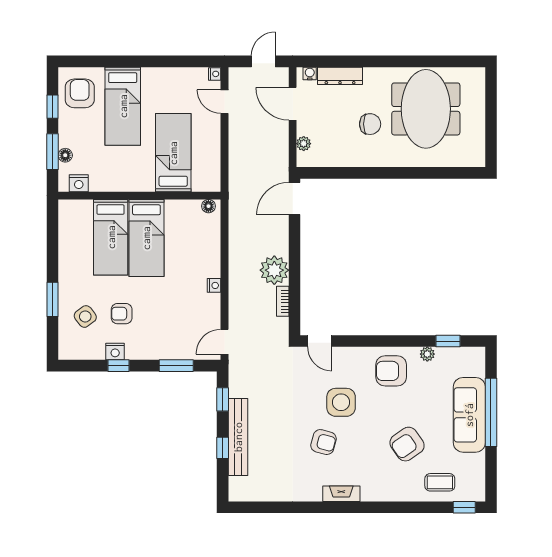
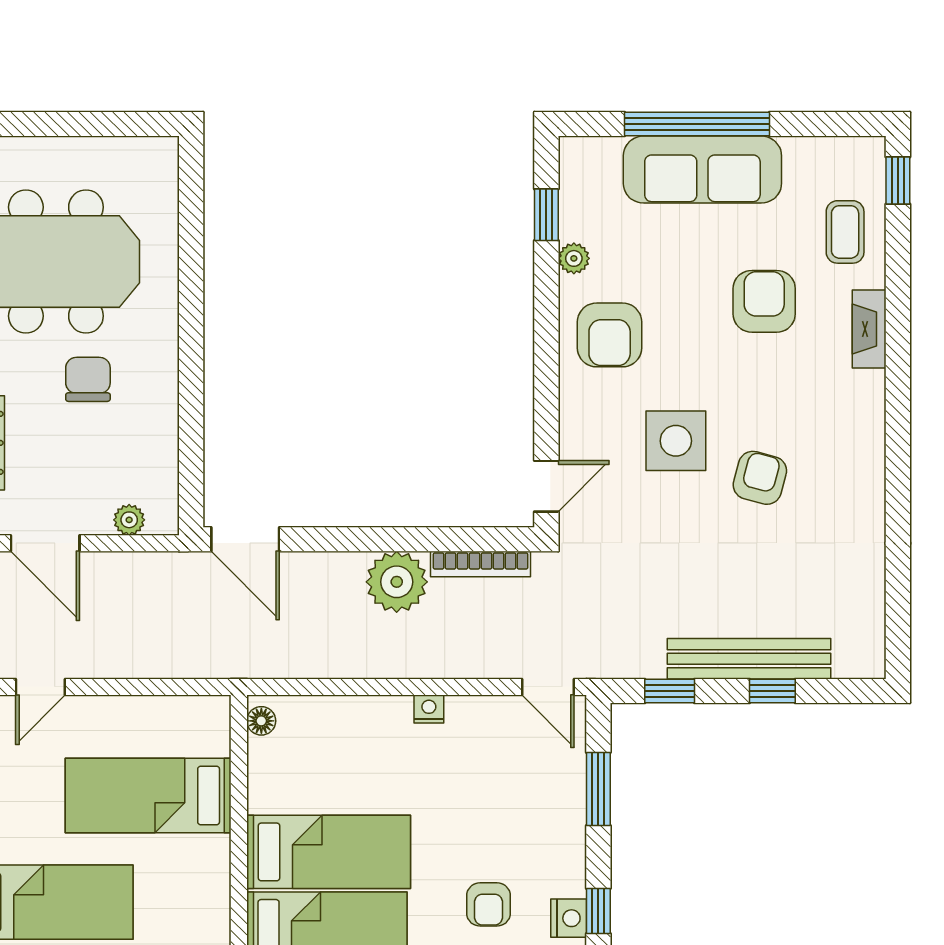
door: (293, 104) -> (45, 543), hinge flipped
bookcase: (283, 301) -> (481, 564), width x1.56
armchair: (407, 444) -> (764, 301), turned -145
fireplace: (341, 494) -> (869, 329), moved

